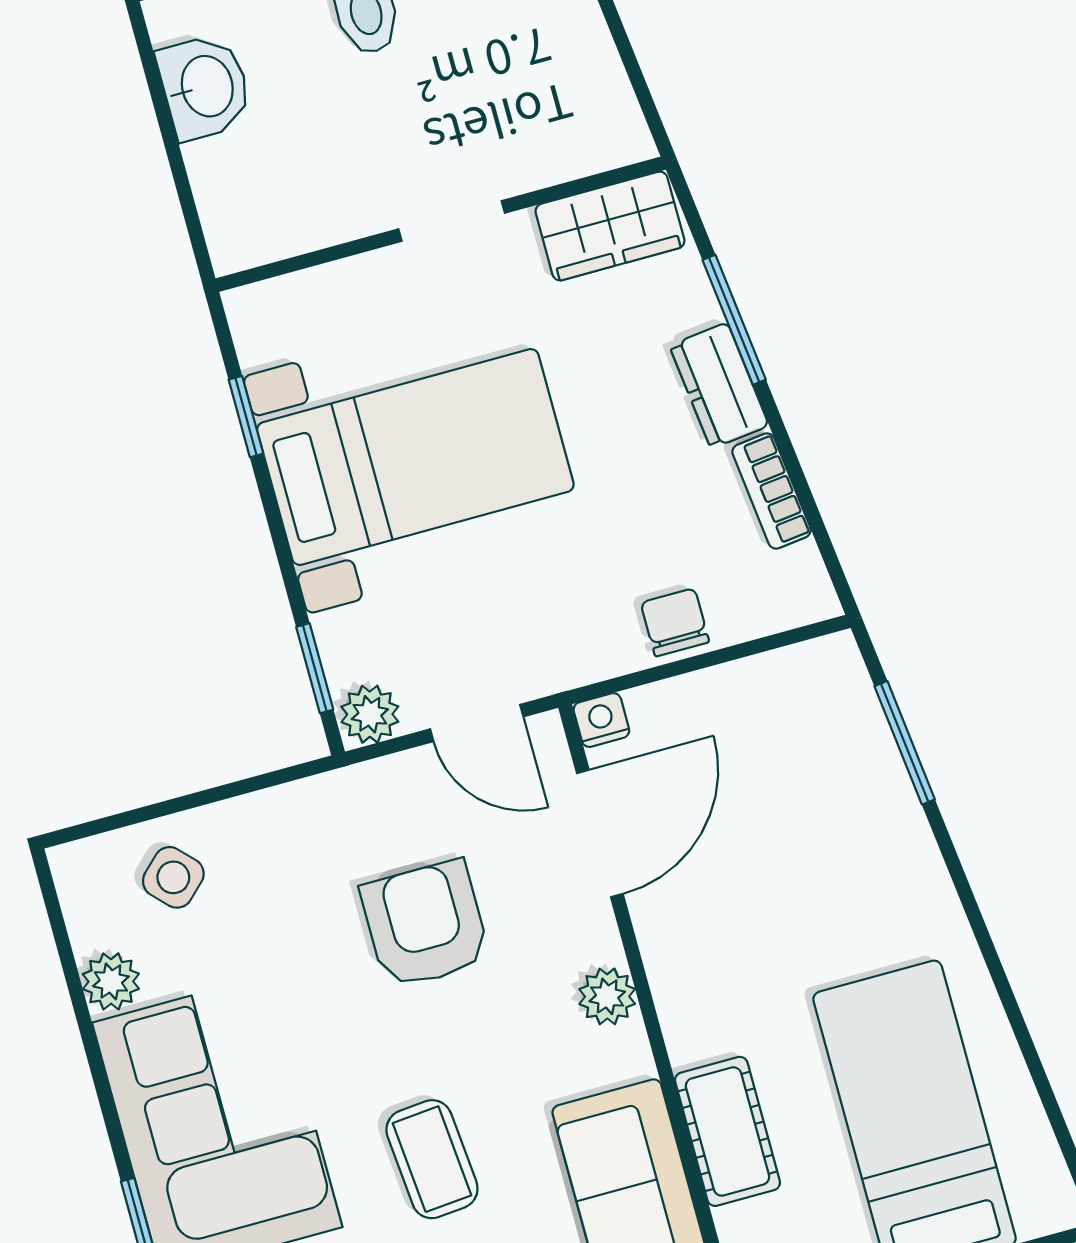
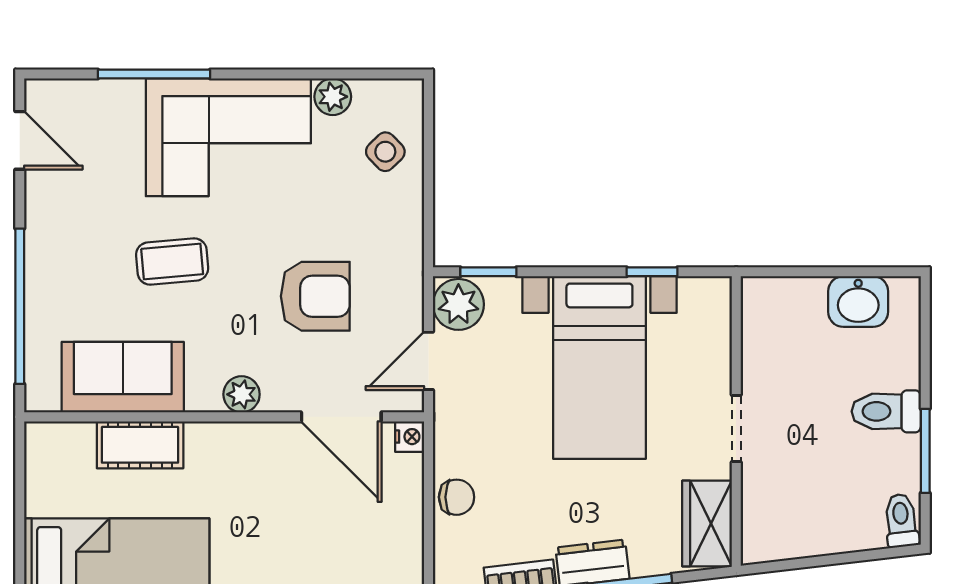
plant: (370, 714) -> (458, 304), width x1.38, depth x1.38

